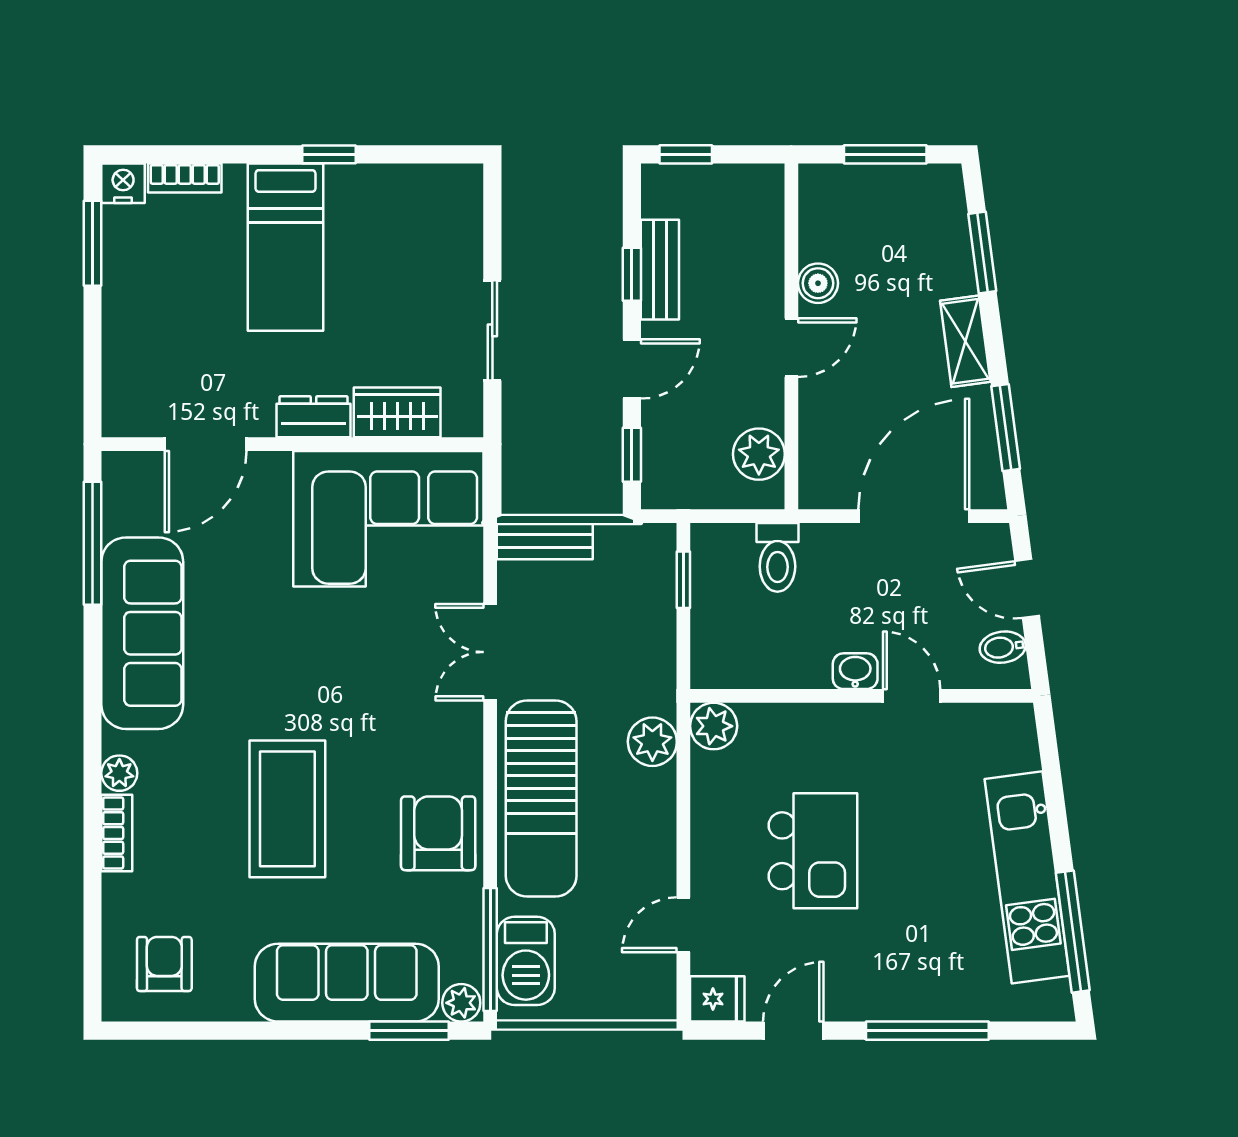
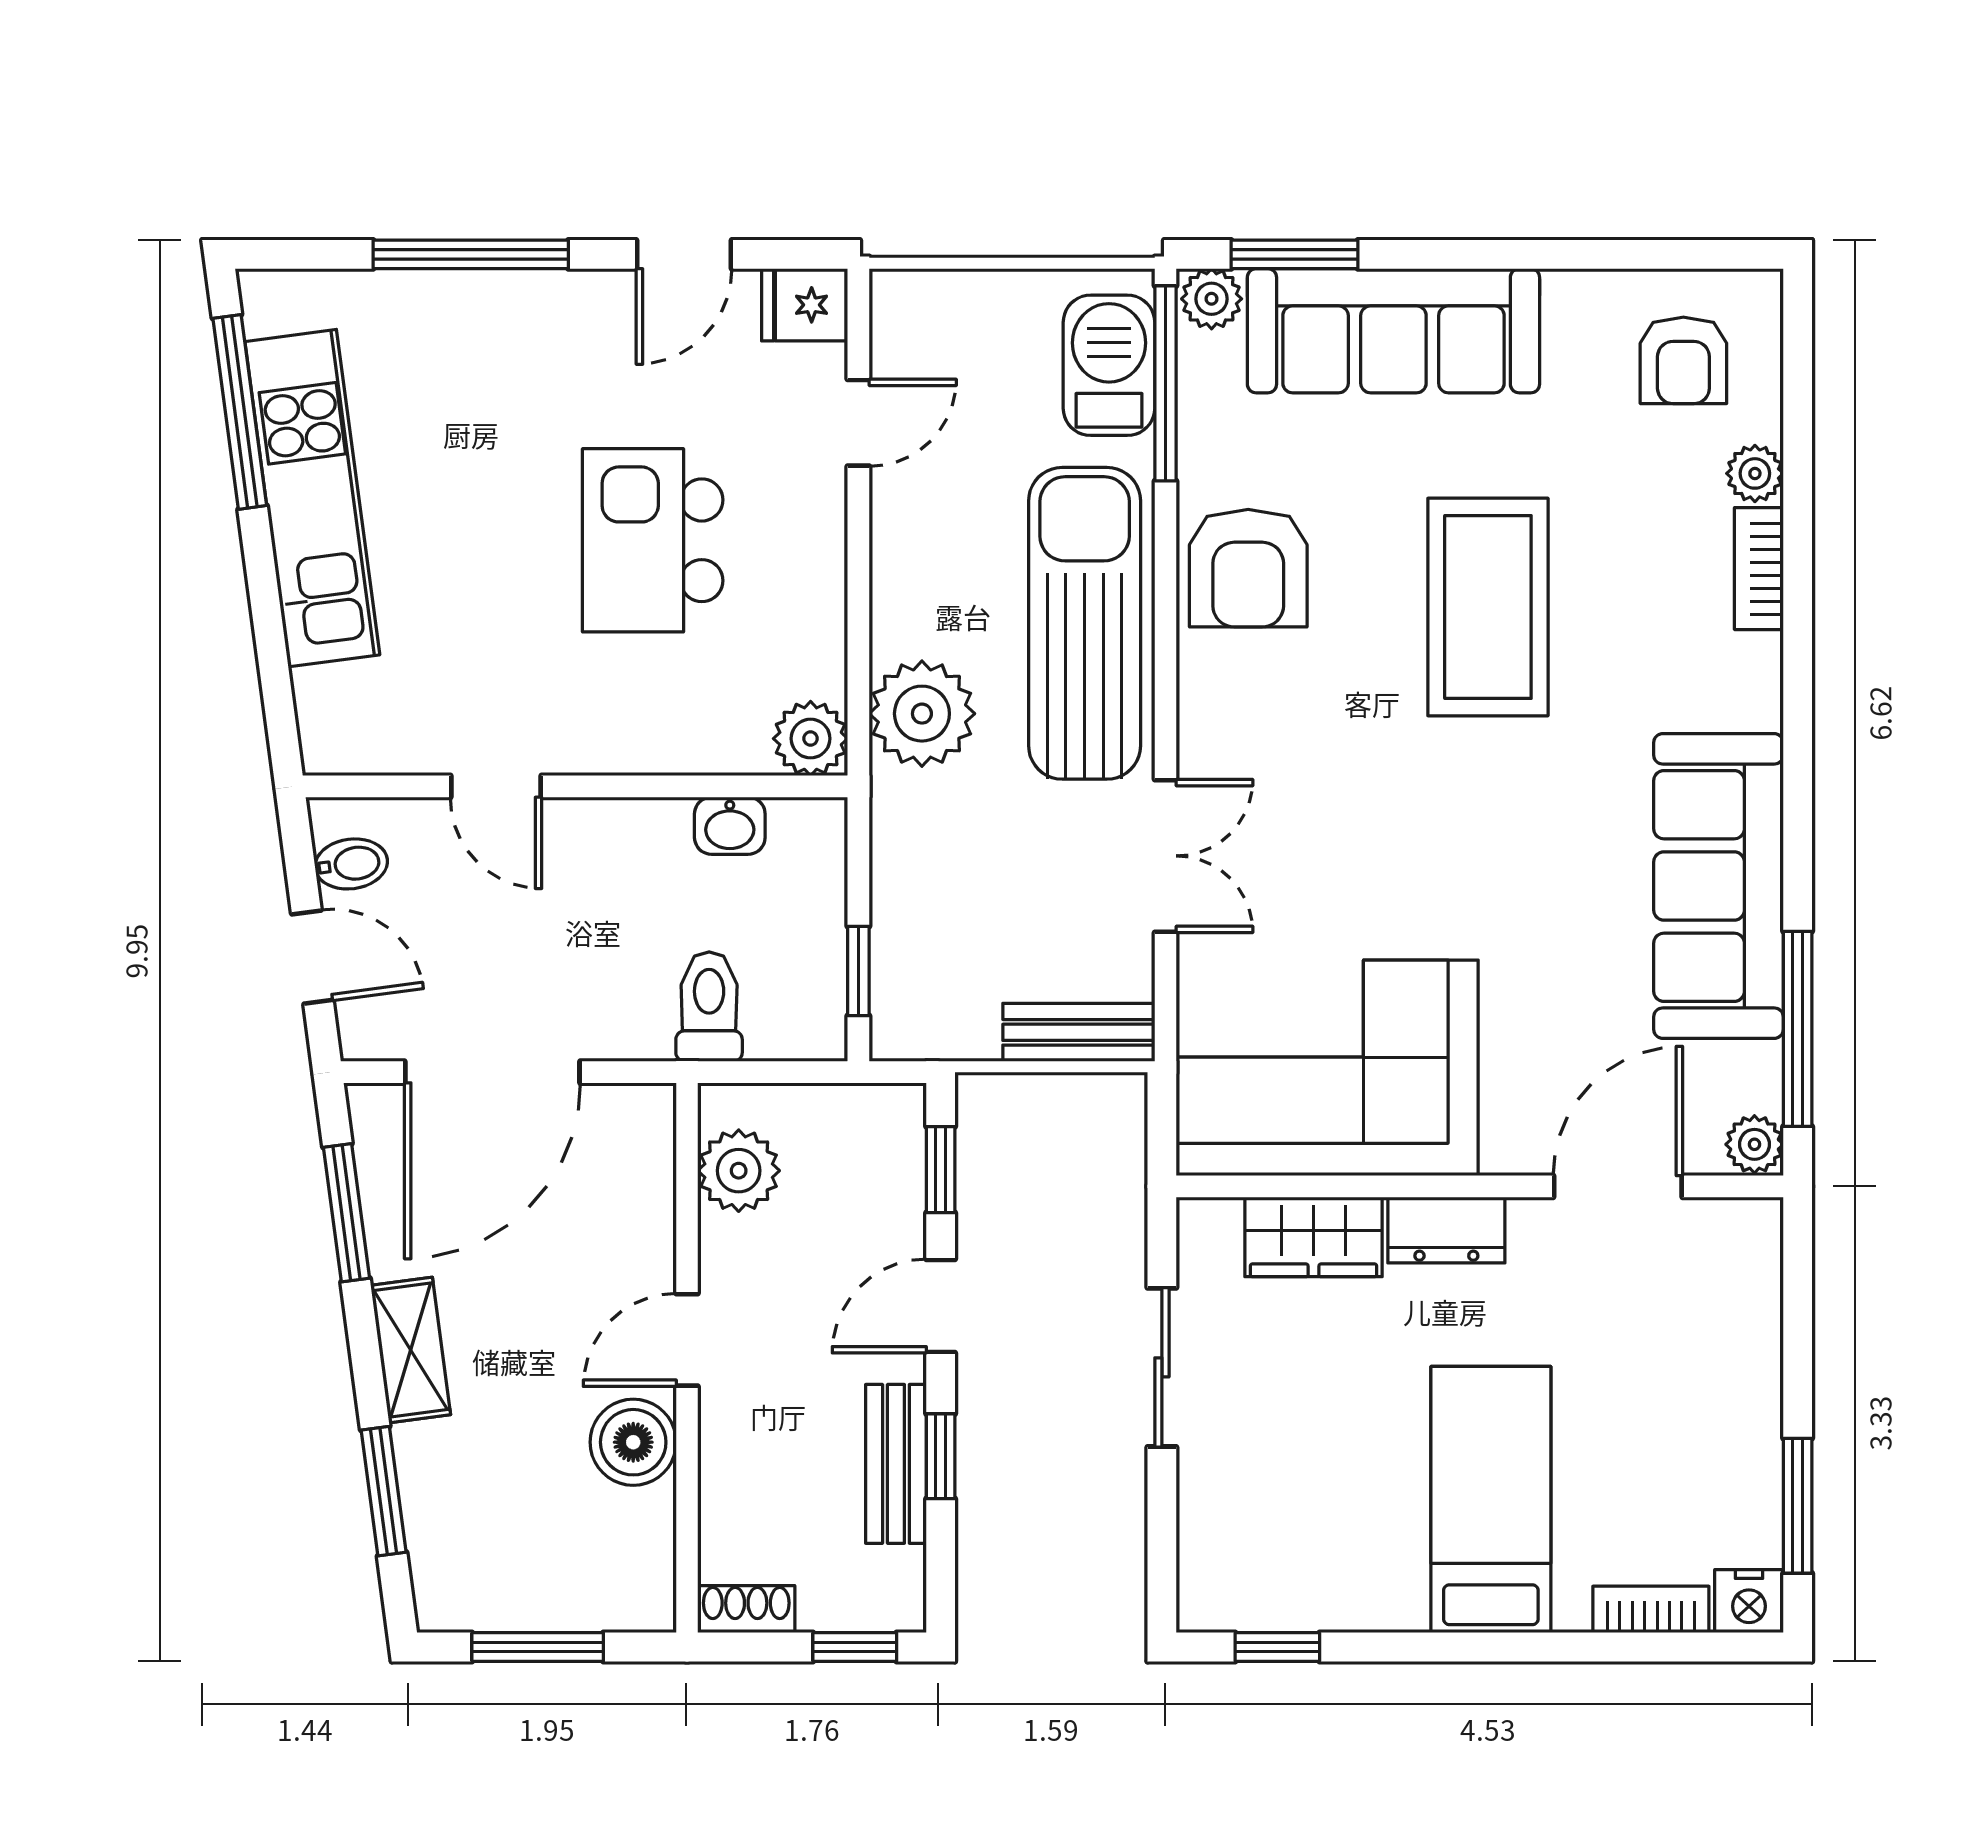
window: (329, 154) -> (1277, 1647), moved
shoe rack: (754, 178) -> (746, 1609), added
boiler: (818, 283) -> (633, 1442), width x1.36, depth x1.36
plant: (120, 471) -> (1754, 1144), added
washbasin: (855, 671) -> (730, 826), moved
plant: (652, 742) -> (922, 714), width x1.36, depth x1.36
plant: (119, 773) -> (1755, 473), moved

